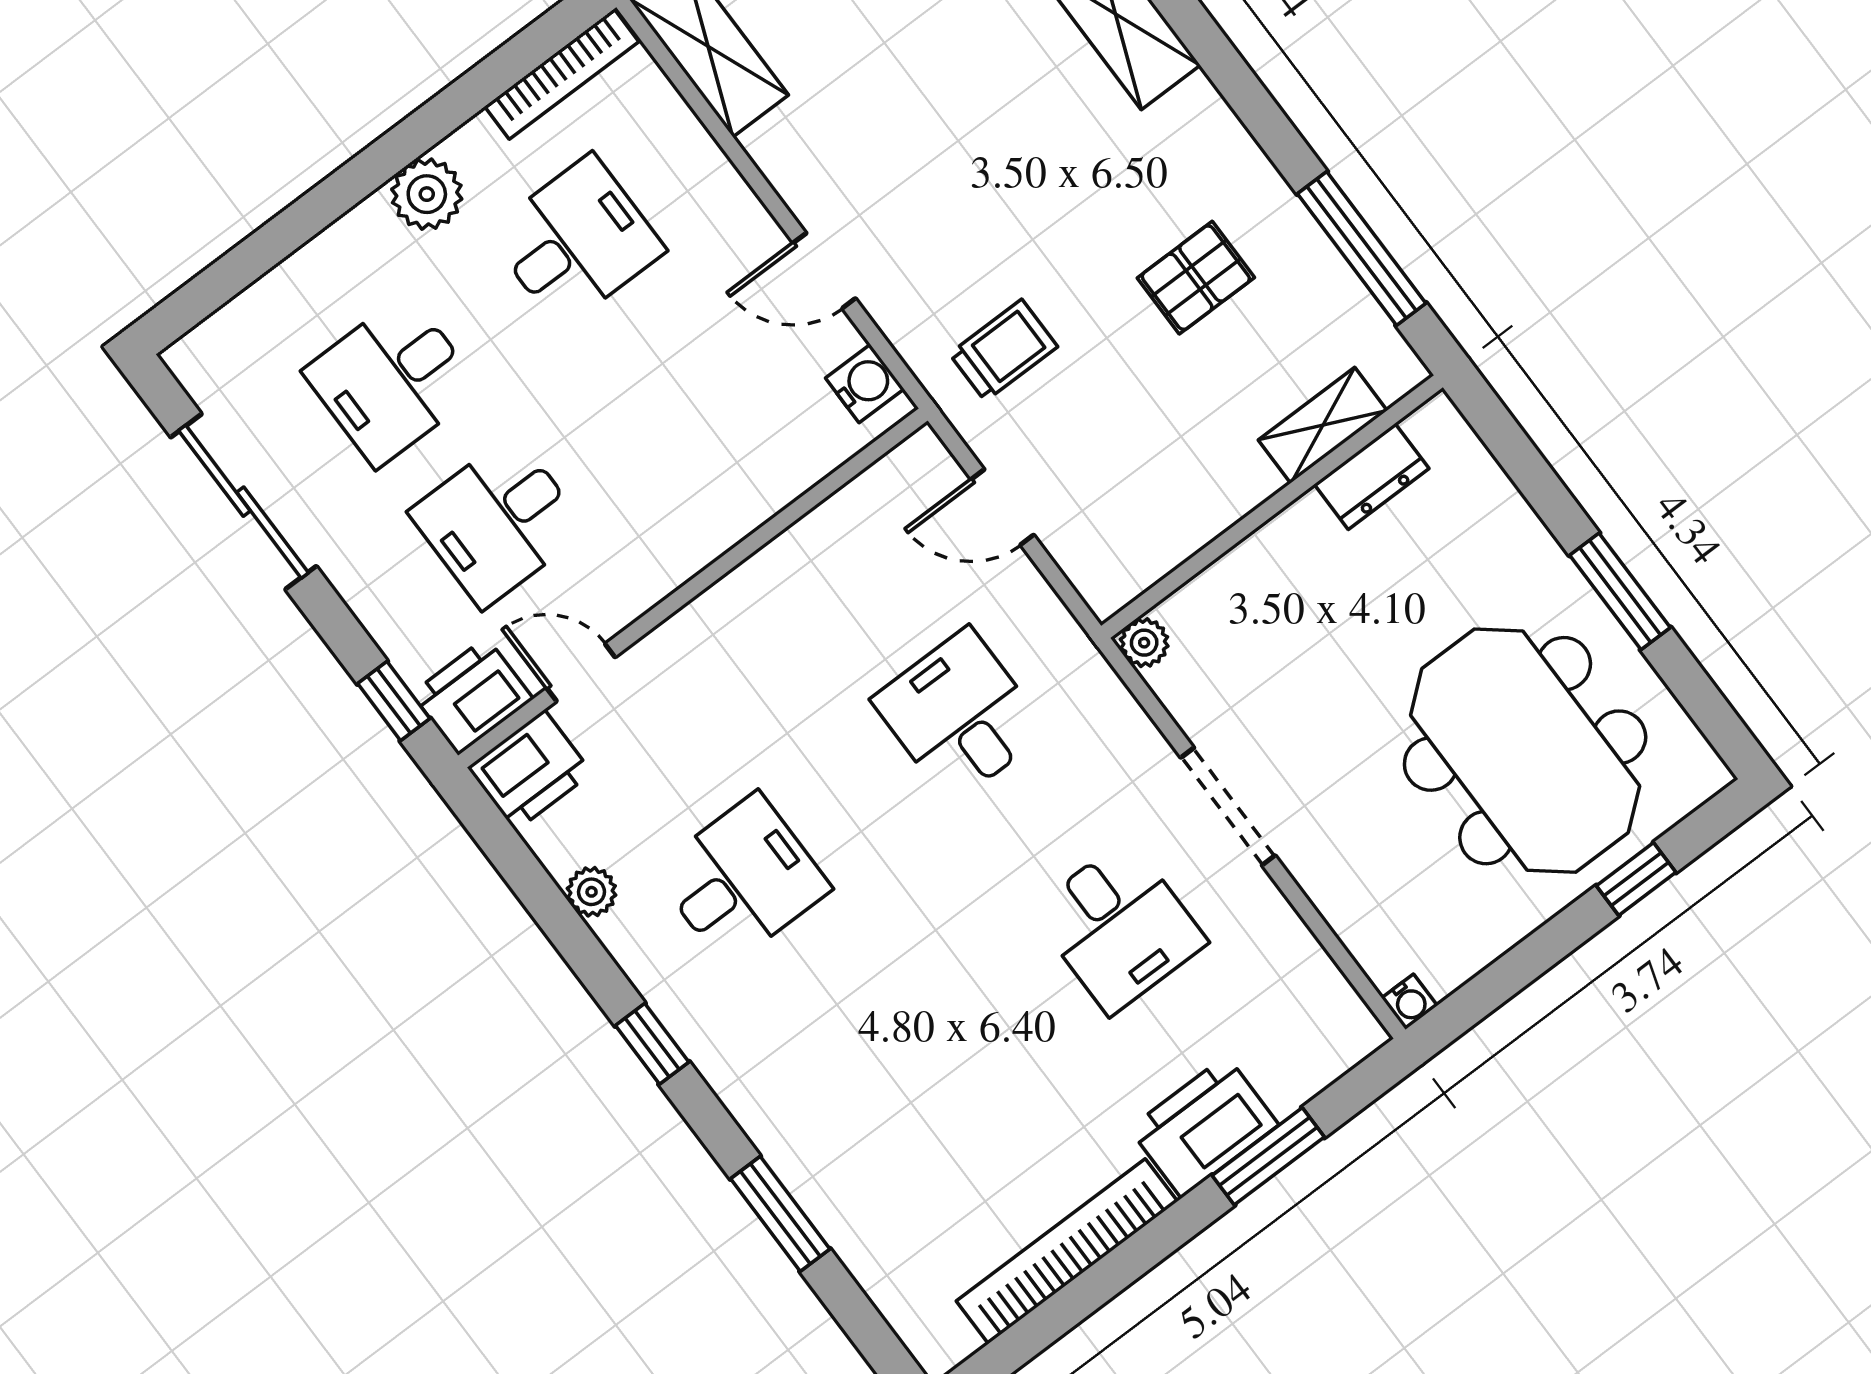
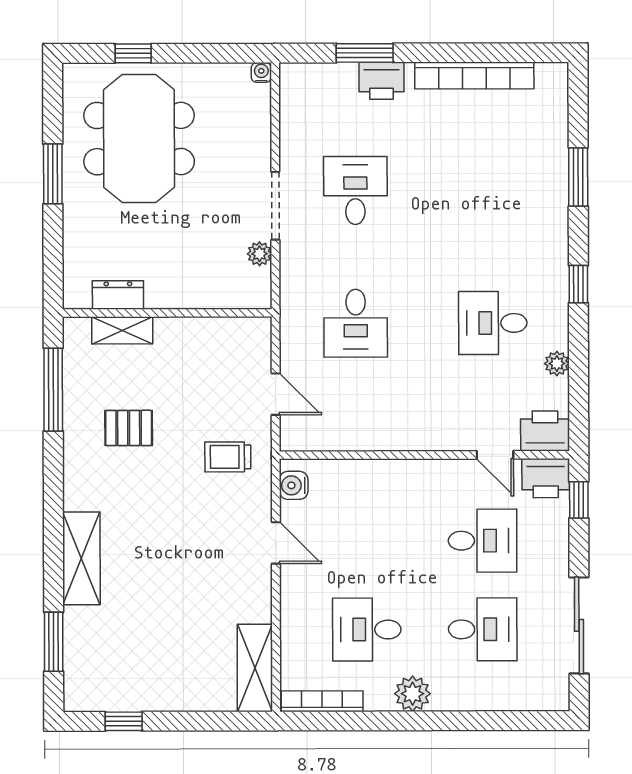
plant: (1144, 643) -> (259, 254), moved
printer: (1204, 1127) -> (382, 81), width x0.73, depth x0.84

